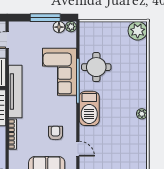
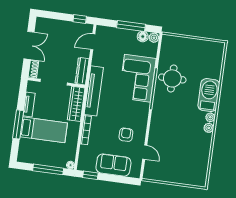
plant: (138, 31) -> (210, 117), moved, width x0.53, depth x0.53
barbecue: (89, 108) -> (209, 95), moved, turned 180

